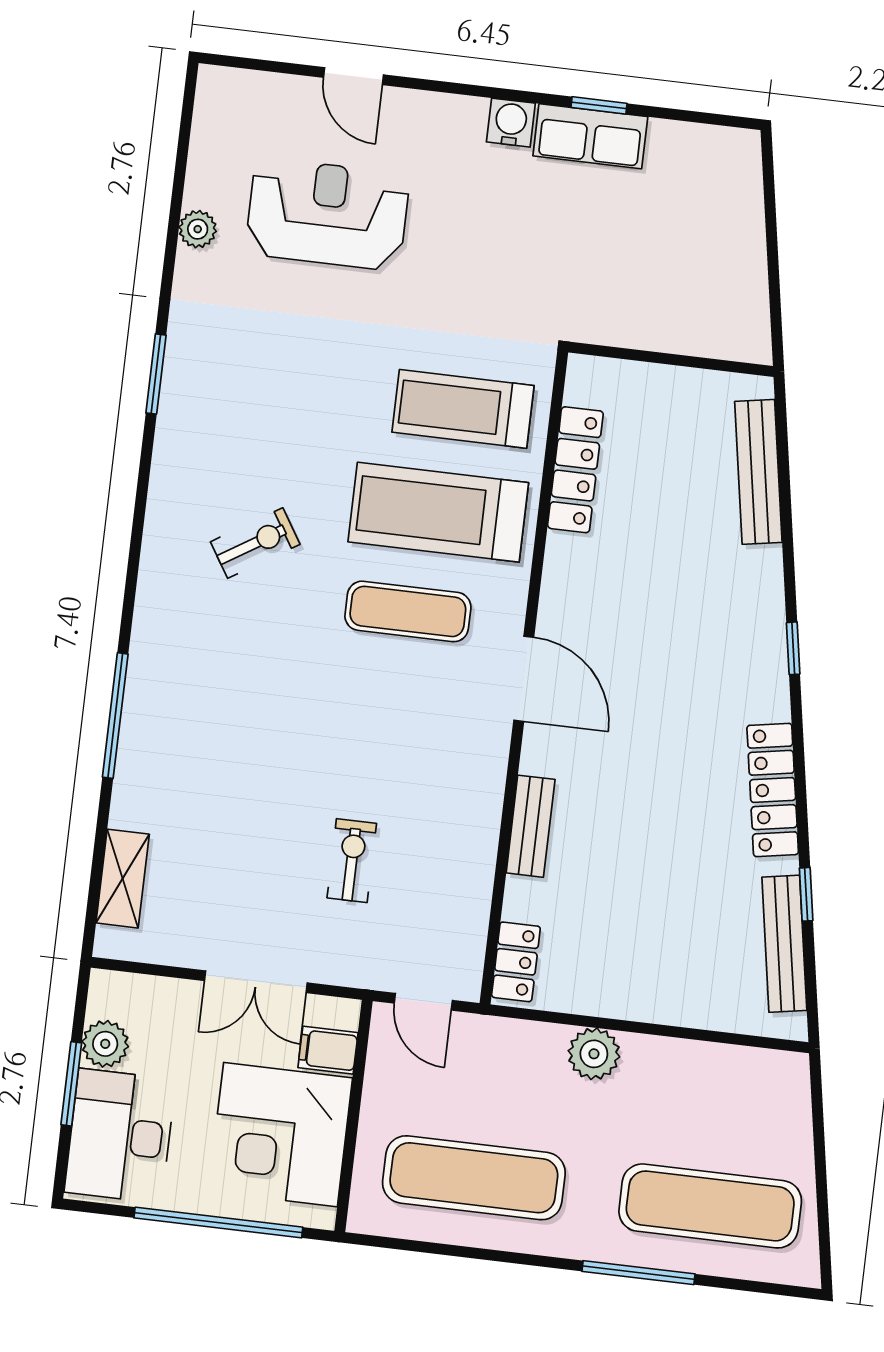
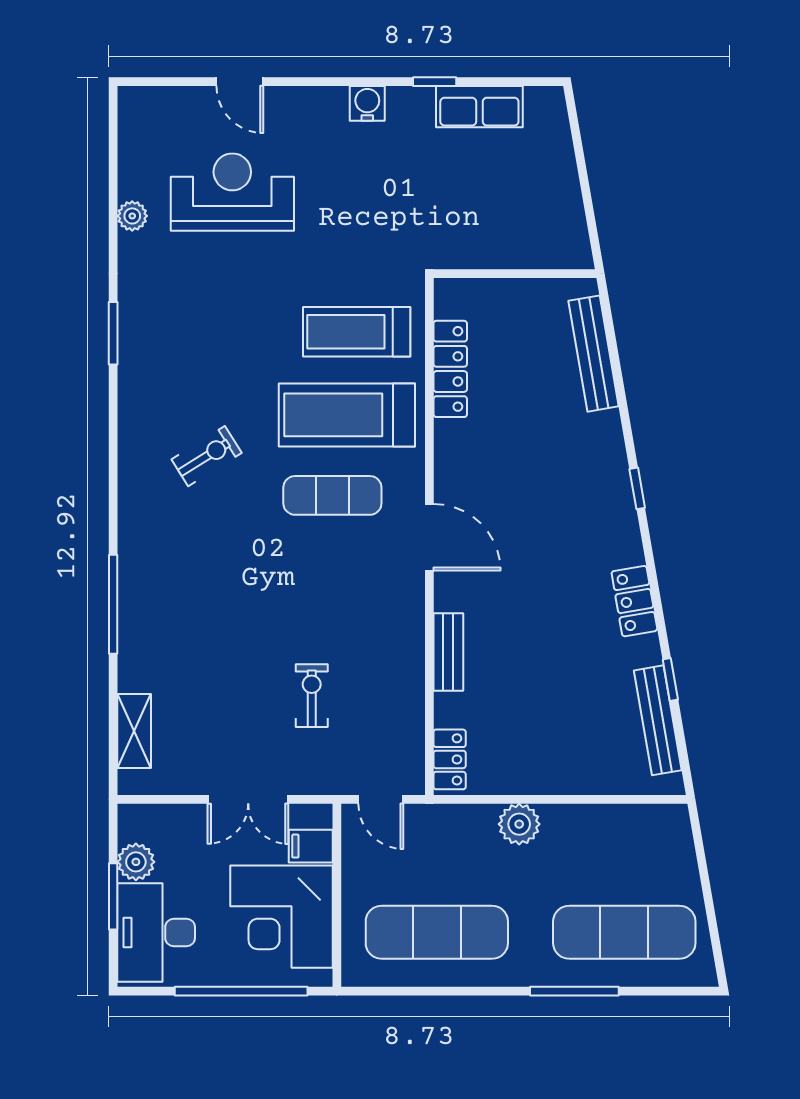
row of seats: (590, 136) -> (479, 107), moved
locker: (773, 790) -> (634, 601), width x0.66

